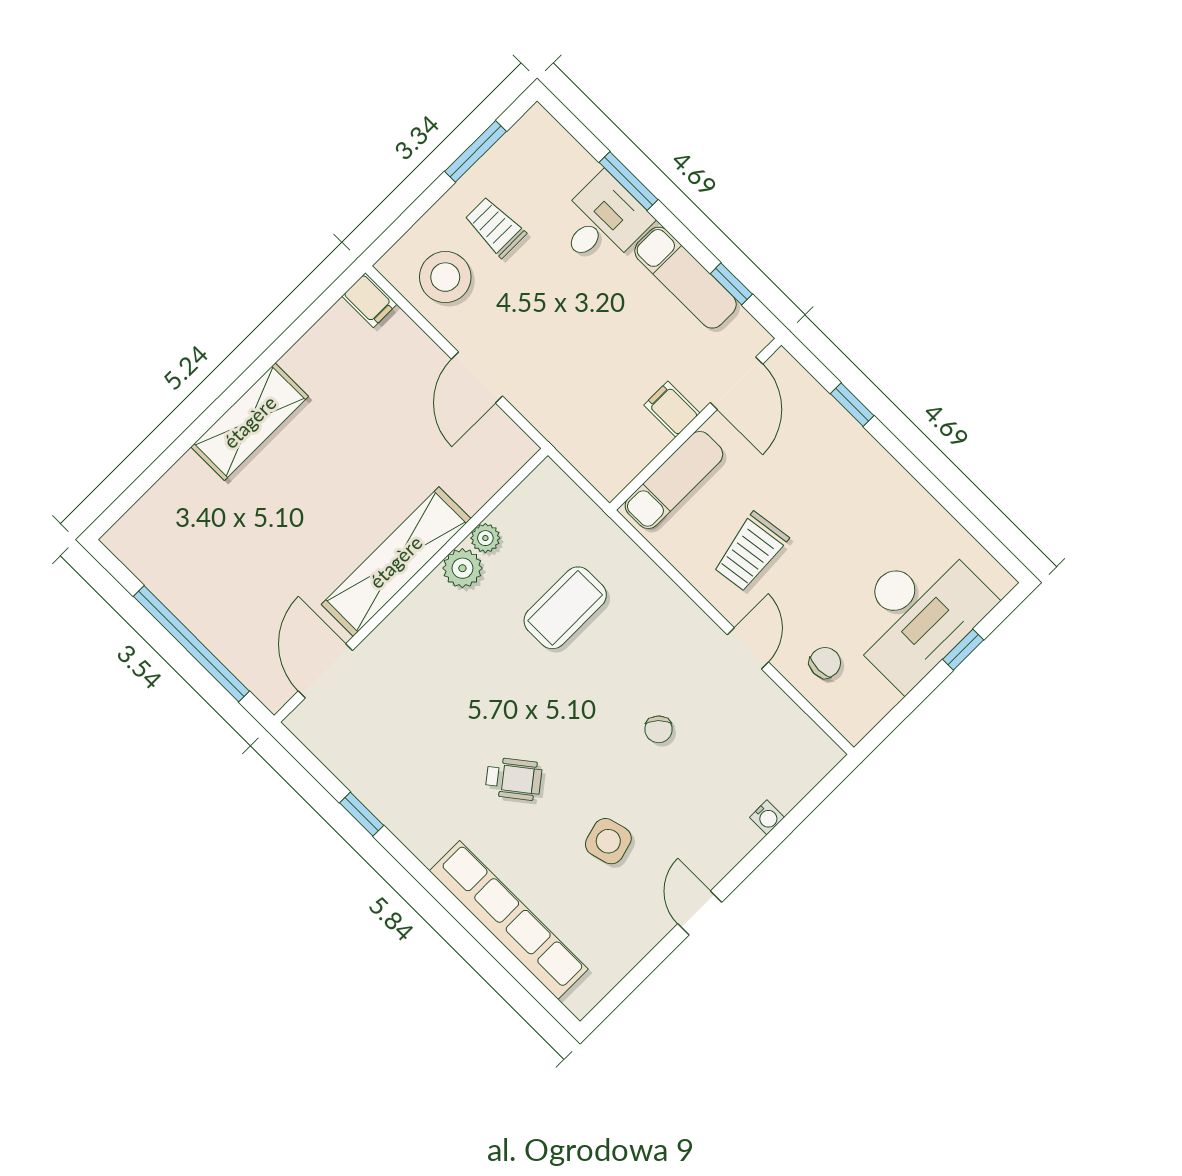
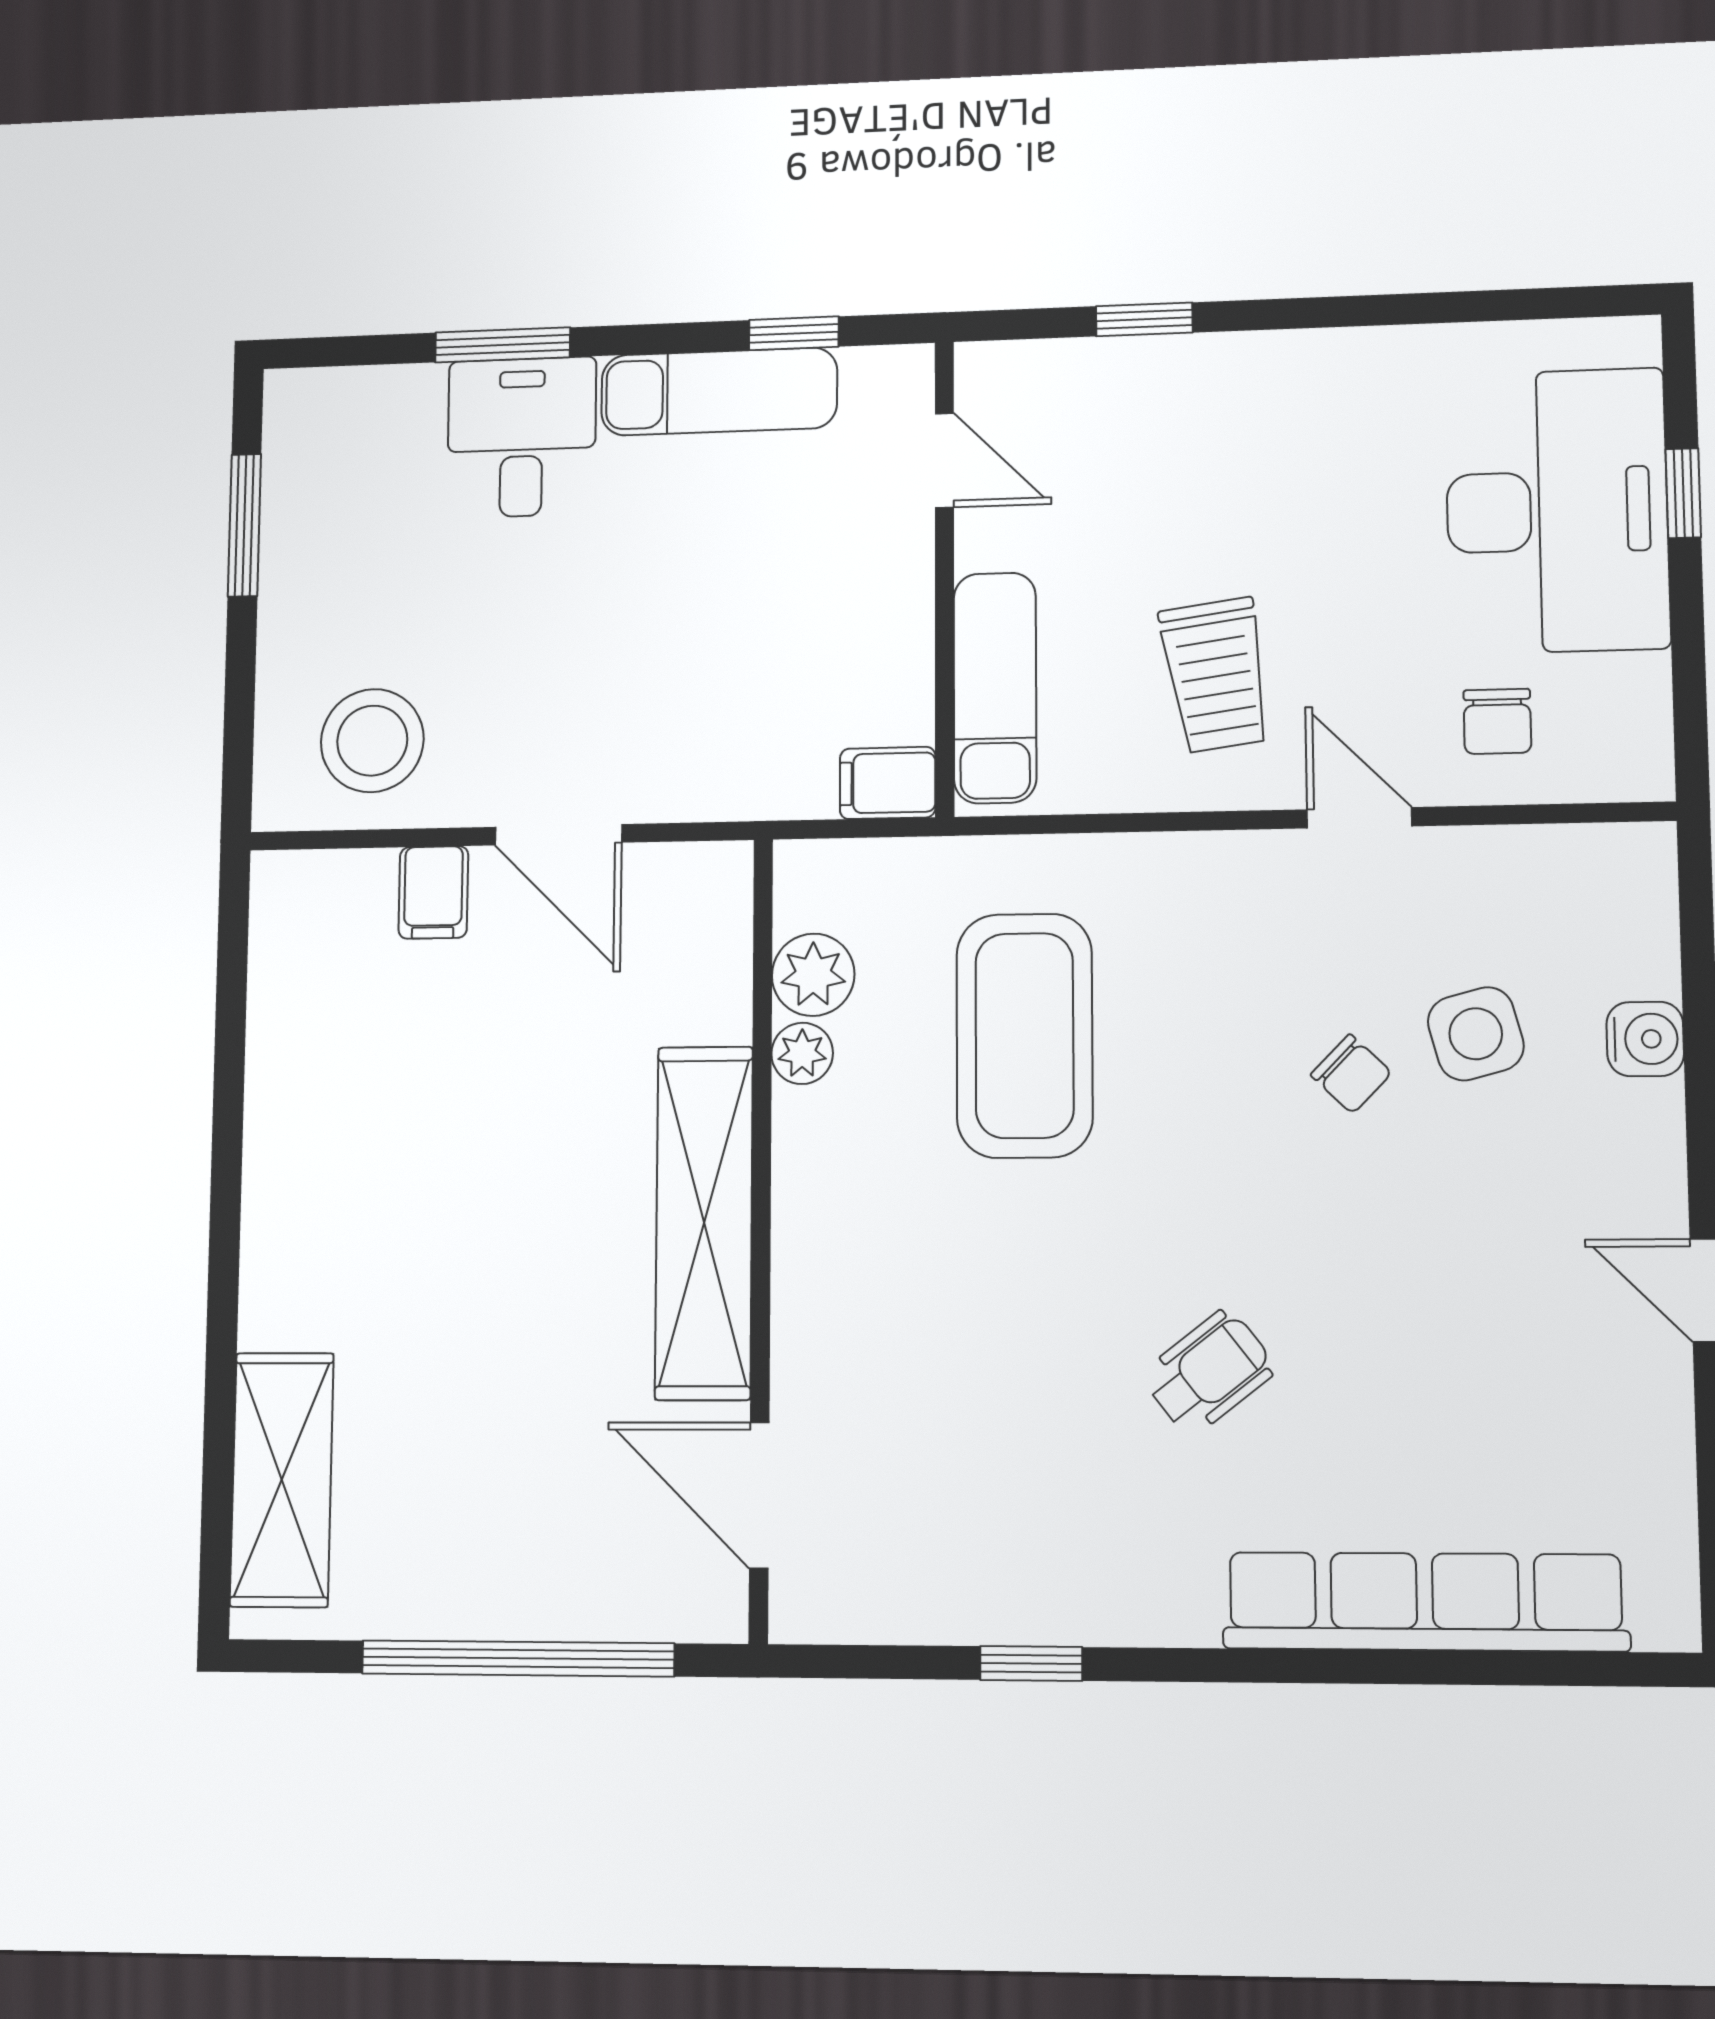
trolley: (495, 227) -> (375, 599), removed
filing cabinet: (369, 300) -> (433, 892), moved, turned 90
door: (737, 383) -> (944, 460), width x0.73
filing cabinet: (672, 409) -> (888, 783), moved
shelving: (250, 422) -> (282, 1480), moved
plant: (462, 568) -> (813, 975), moved
coffee table: (565, 608) -> (1024, 1036), width x1.36, depth x1.32
chair: (825, 663) -> (1497, 721), turned 180
water cooler: (767, 817) -> (1645, 1039), width x1.38, depth x1.38
side table: (608, 841) -> (1476, 1034), moved

